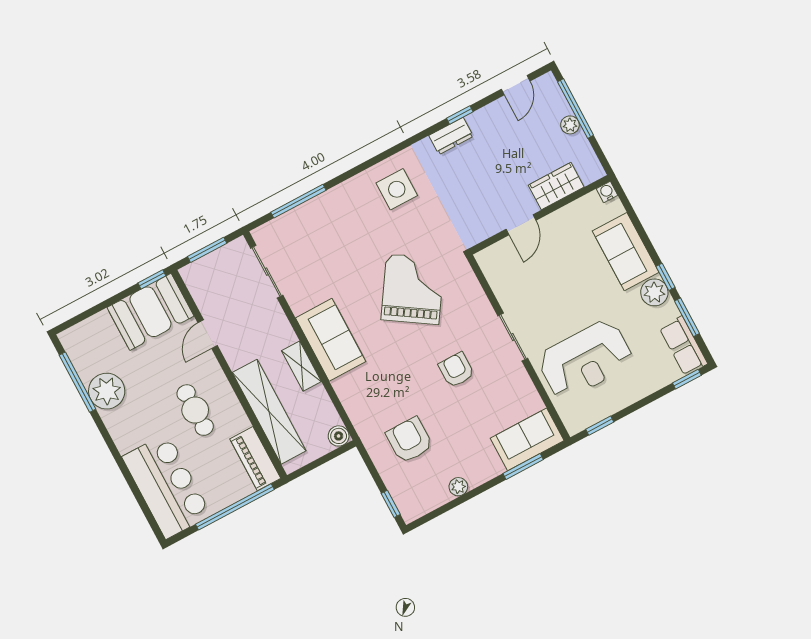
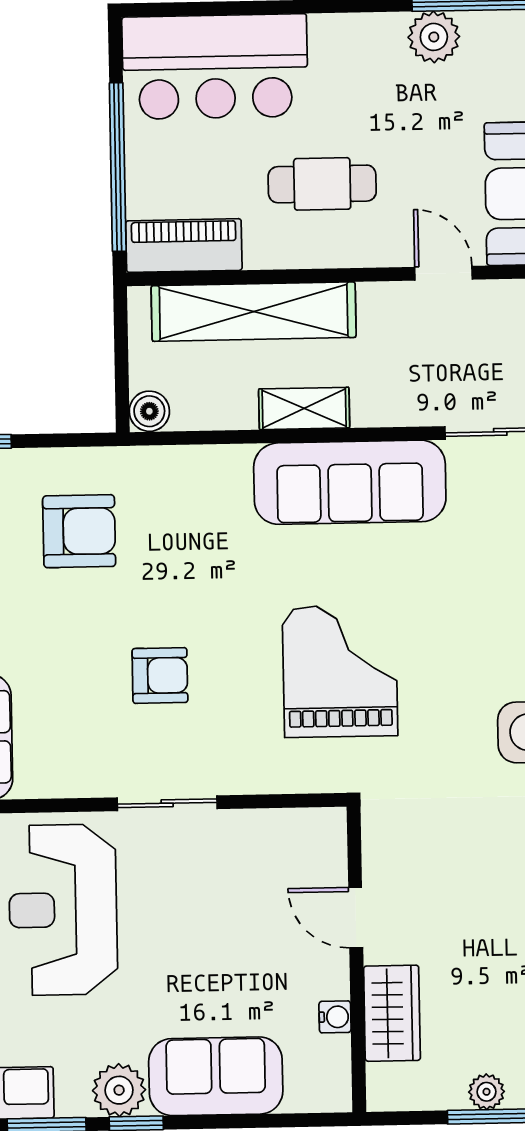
water cooler: (607, 192) -> (335, 1017), moved
grand piano: (413, 289) -> (340, 671), turned -123
sofa: (331, 340) -> (350, 482), width x1.36
plant: (107, 391) -> (434, 37), width x0.73, depth x0.73

